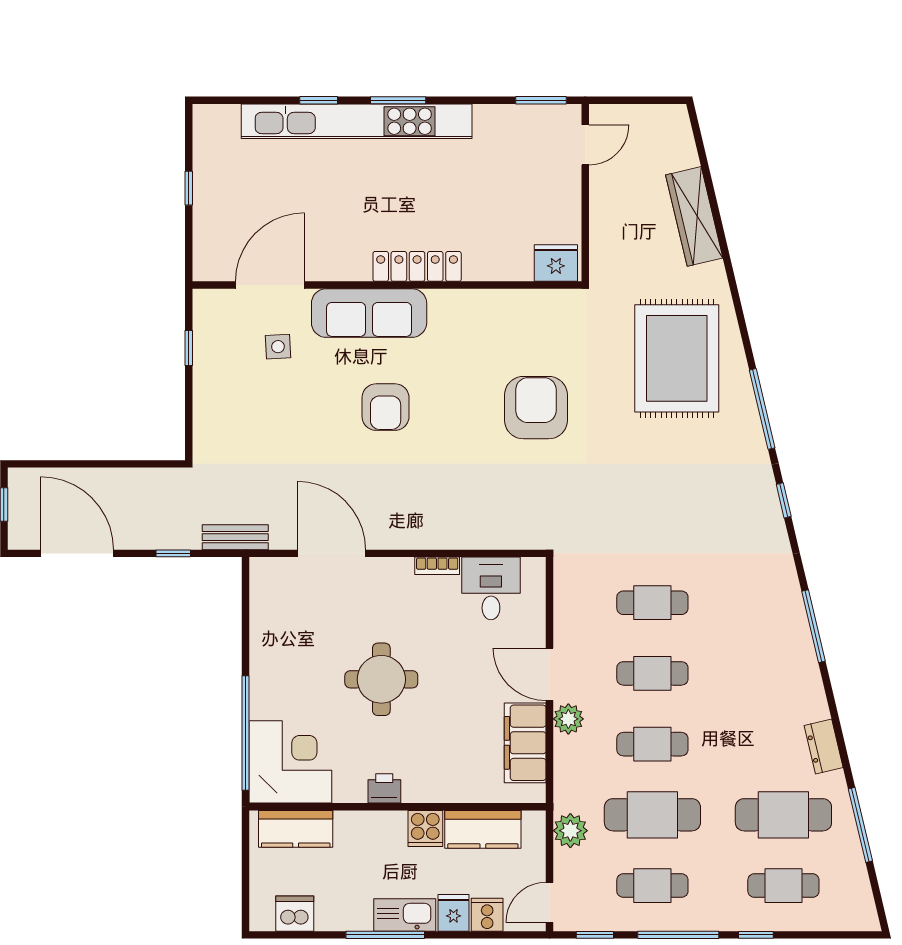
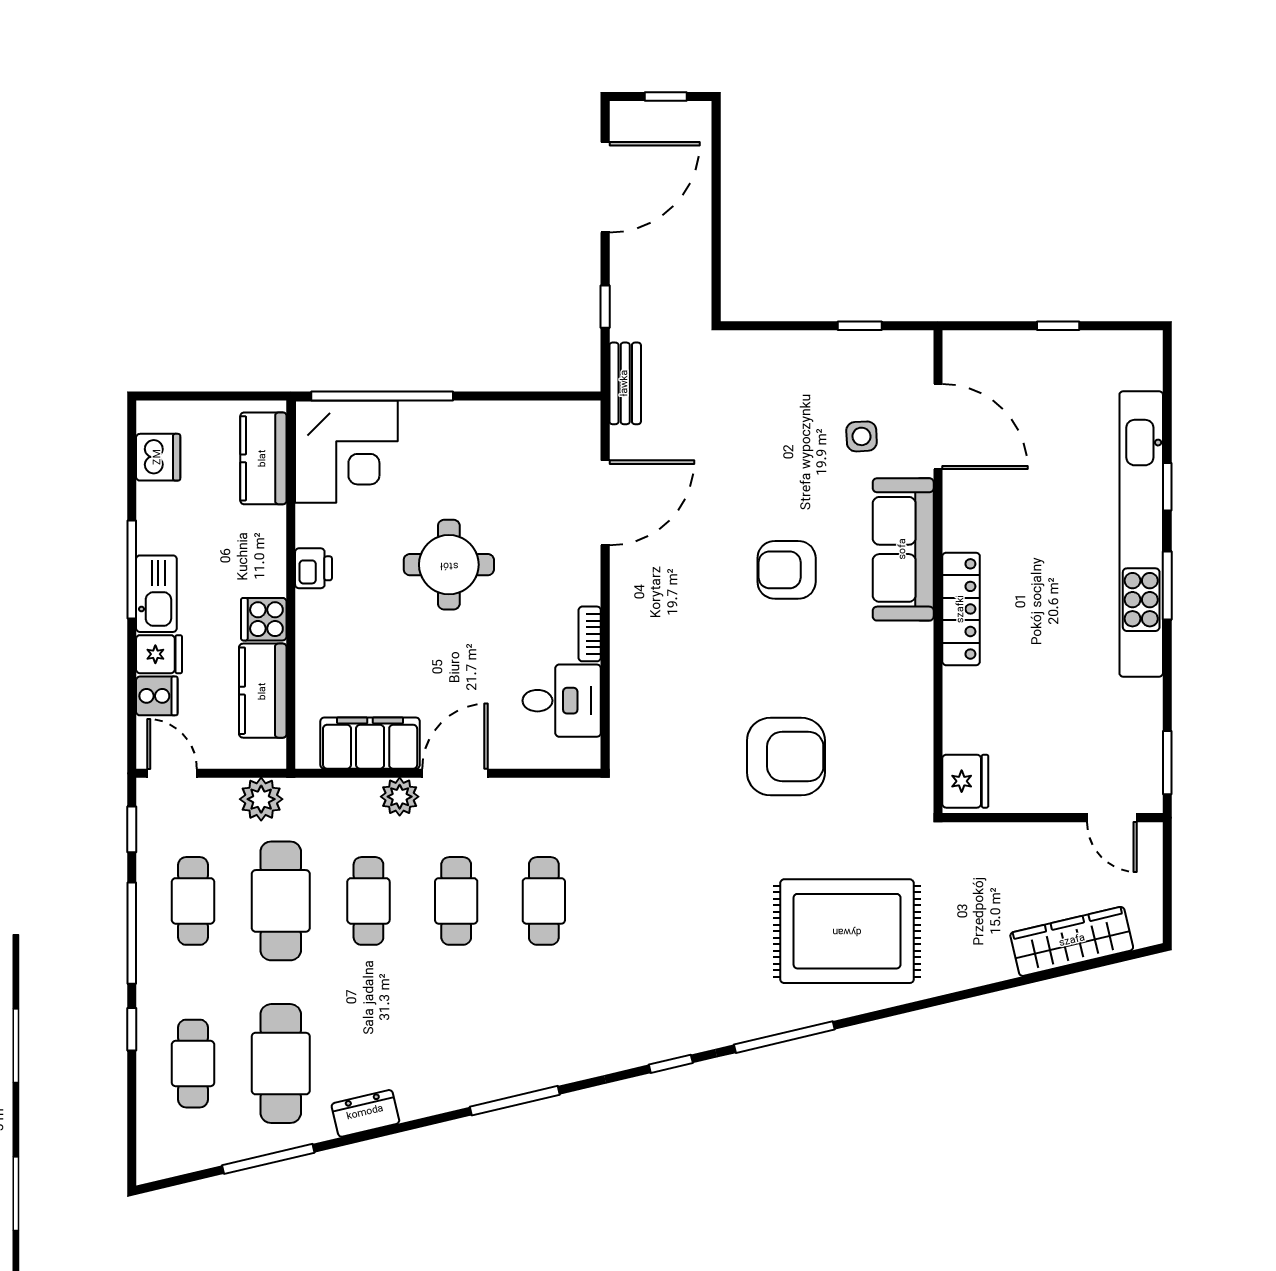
wardrobe: (694, 216) -> (1072, 941), moved

